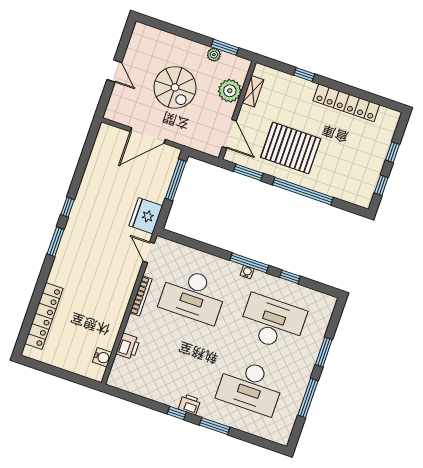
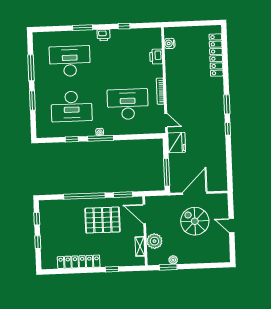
spiral stairs: (175, 87) -> (195, 221), moved
window: (177, 413) -> (124, 26), moved

